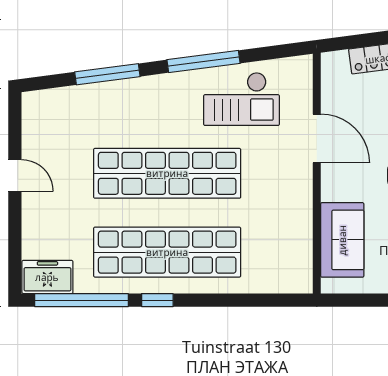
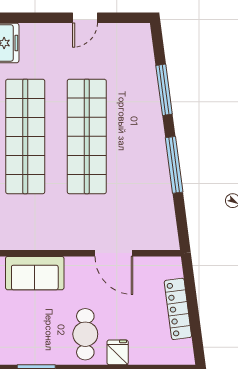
checkout: (242, 99) -> (145, 194), removed
door: (317, 138) -> (114, 253), hinge flipped

